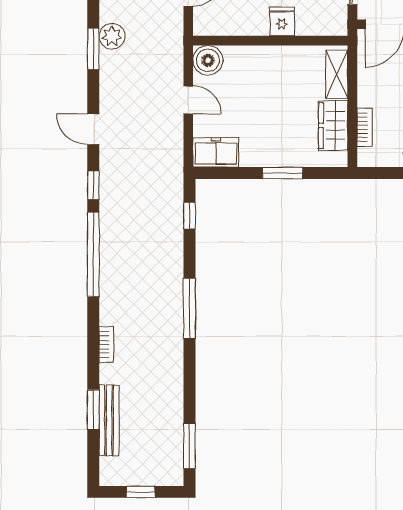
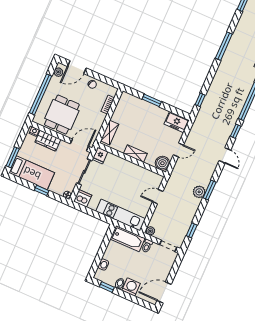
fridge: (282, 22) -> (100, 156), moved
shelving: (269, 56) -> (135, 154), added
door: (188, 100) -> (178, 150), swing flipped
wardrobe: (333, 125) -> (121, 111), removed
window: (189, 308) -> (224, 46), moved

